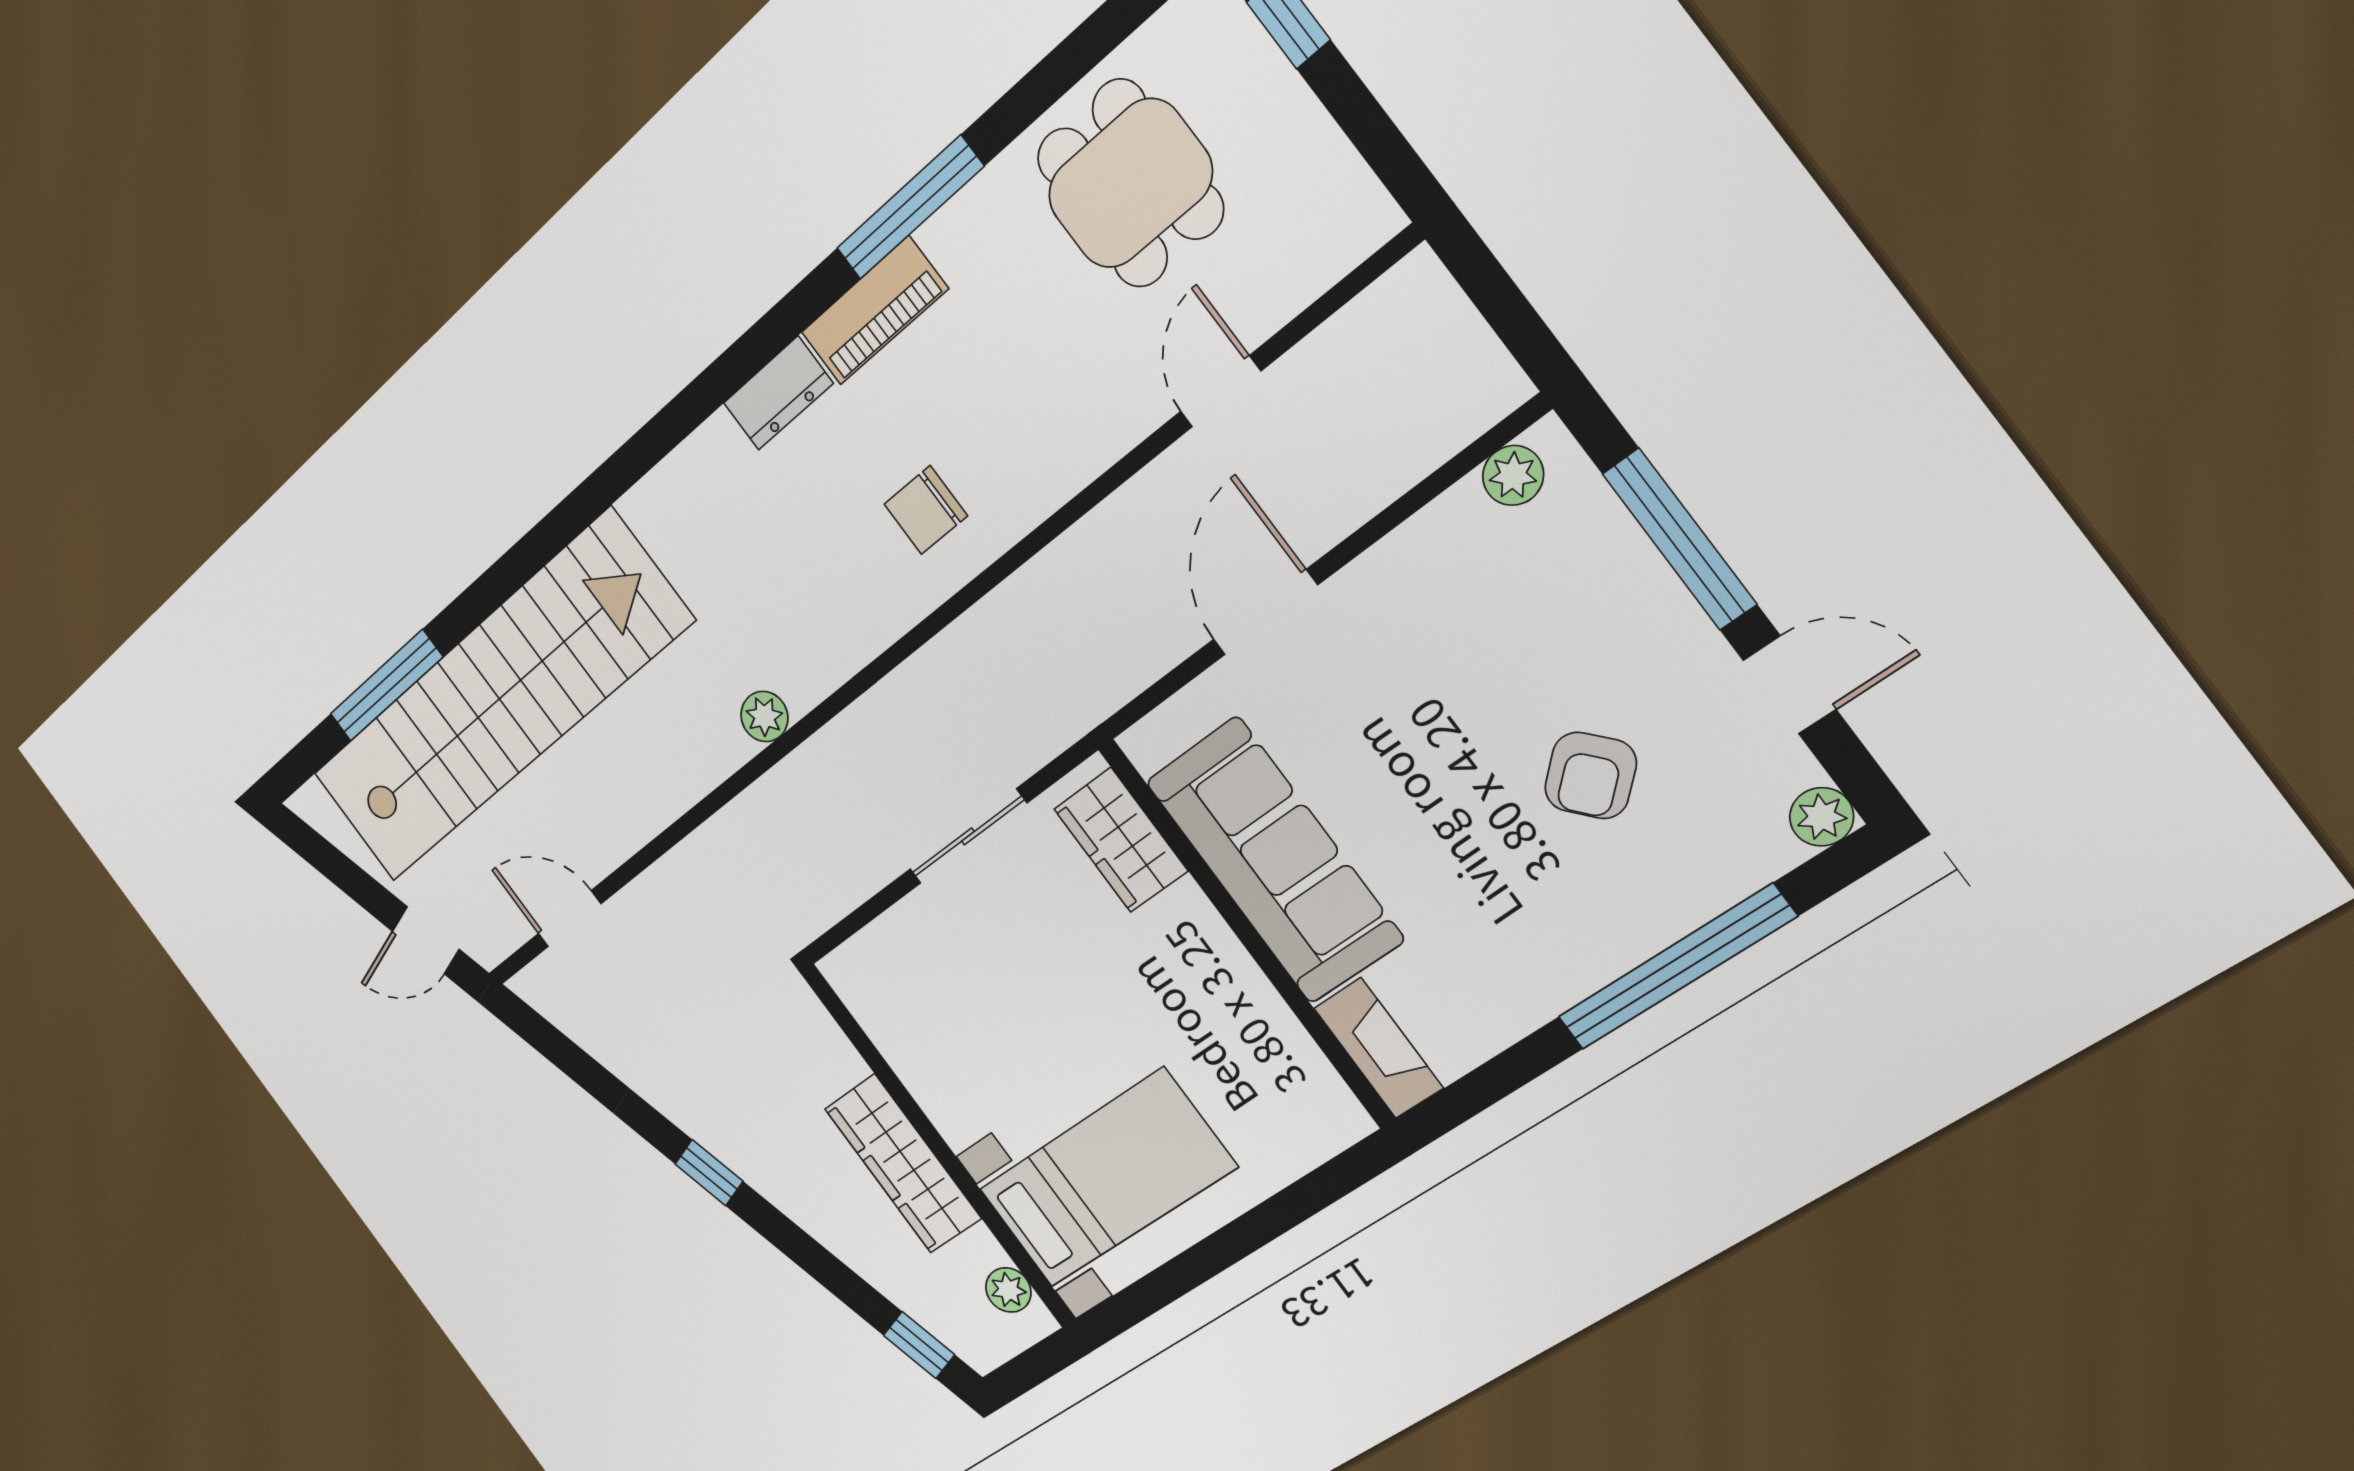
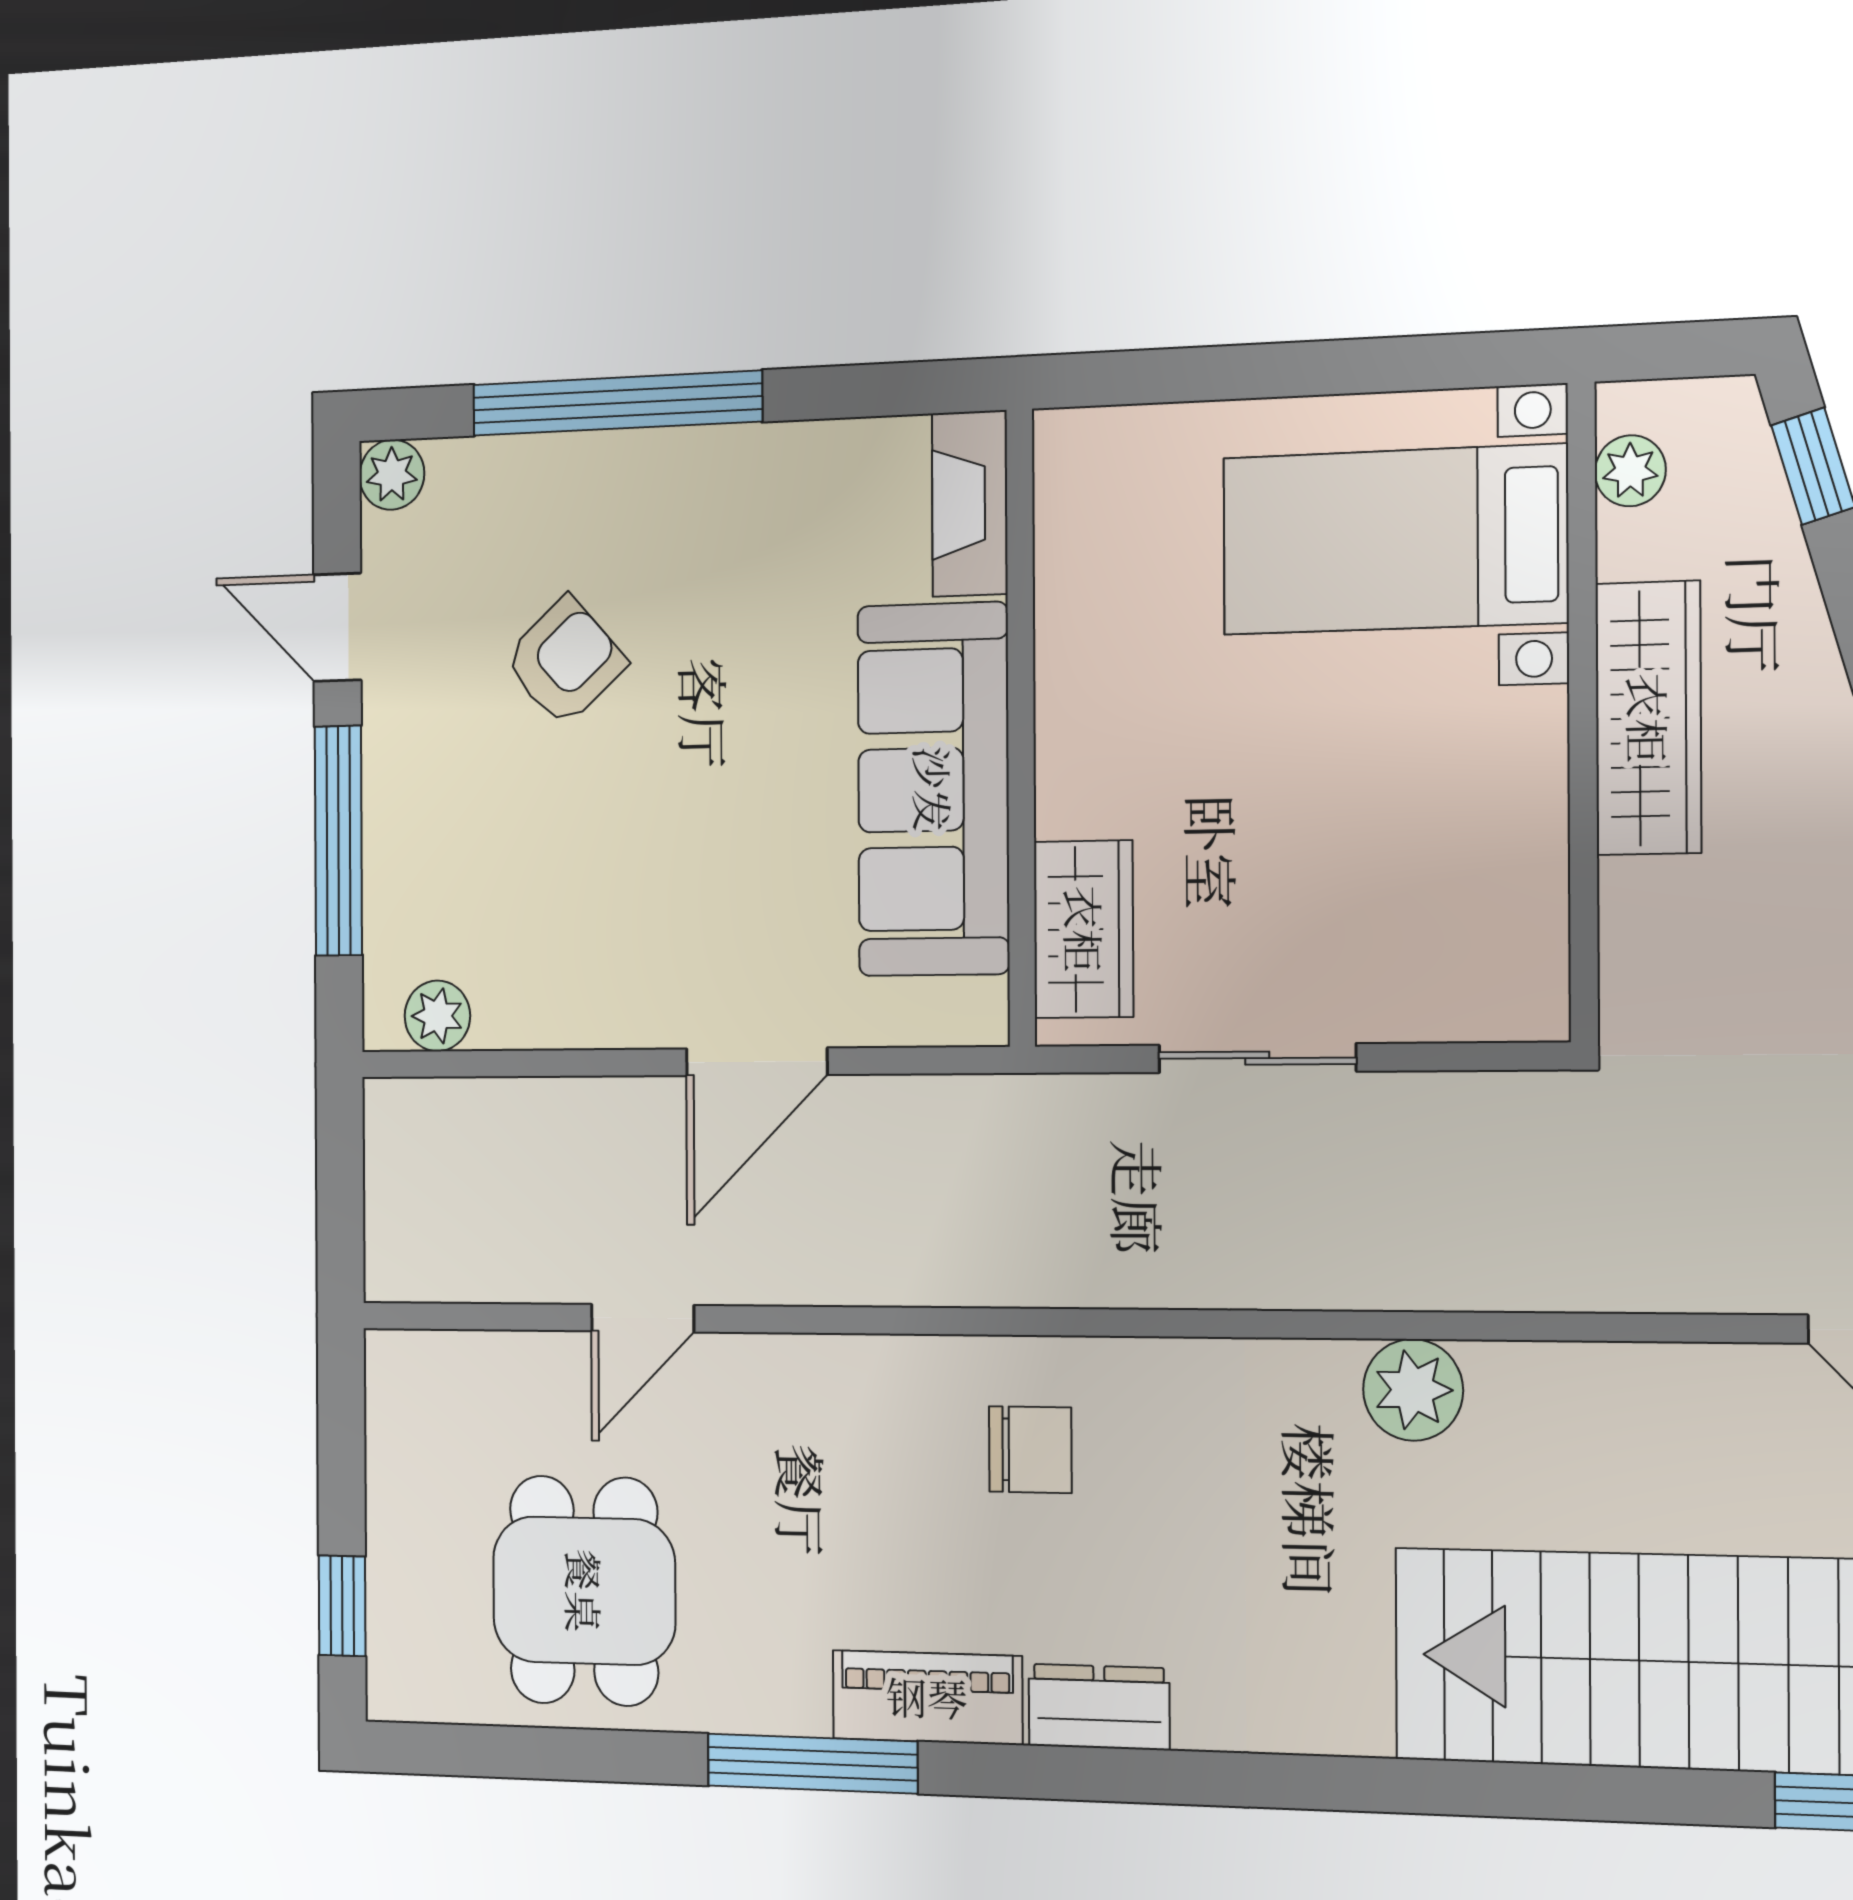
plant: (764, 717) -> (1413, 1390), width x1.38, depth x1.38

